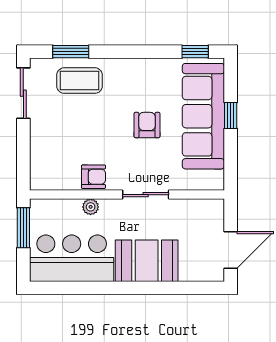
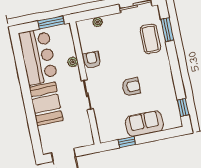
window: (231, 115) -> (127, 142), moved
sofa: (203, 116) -> (144, 124), width x0.54, depth x0.79
plant: (37, 156) -> (98, 22), added
armchair: (94, 177) -> (92, 60), turned 180

